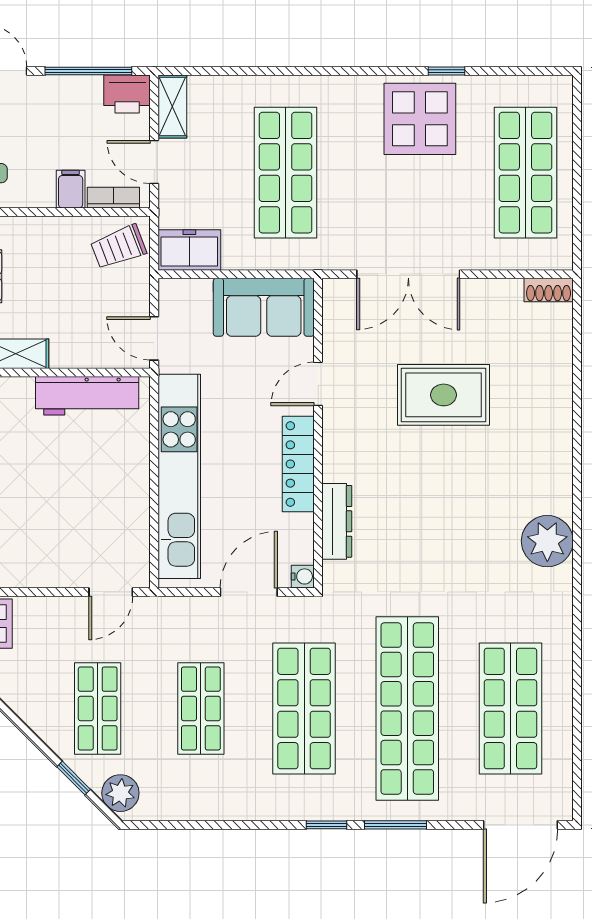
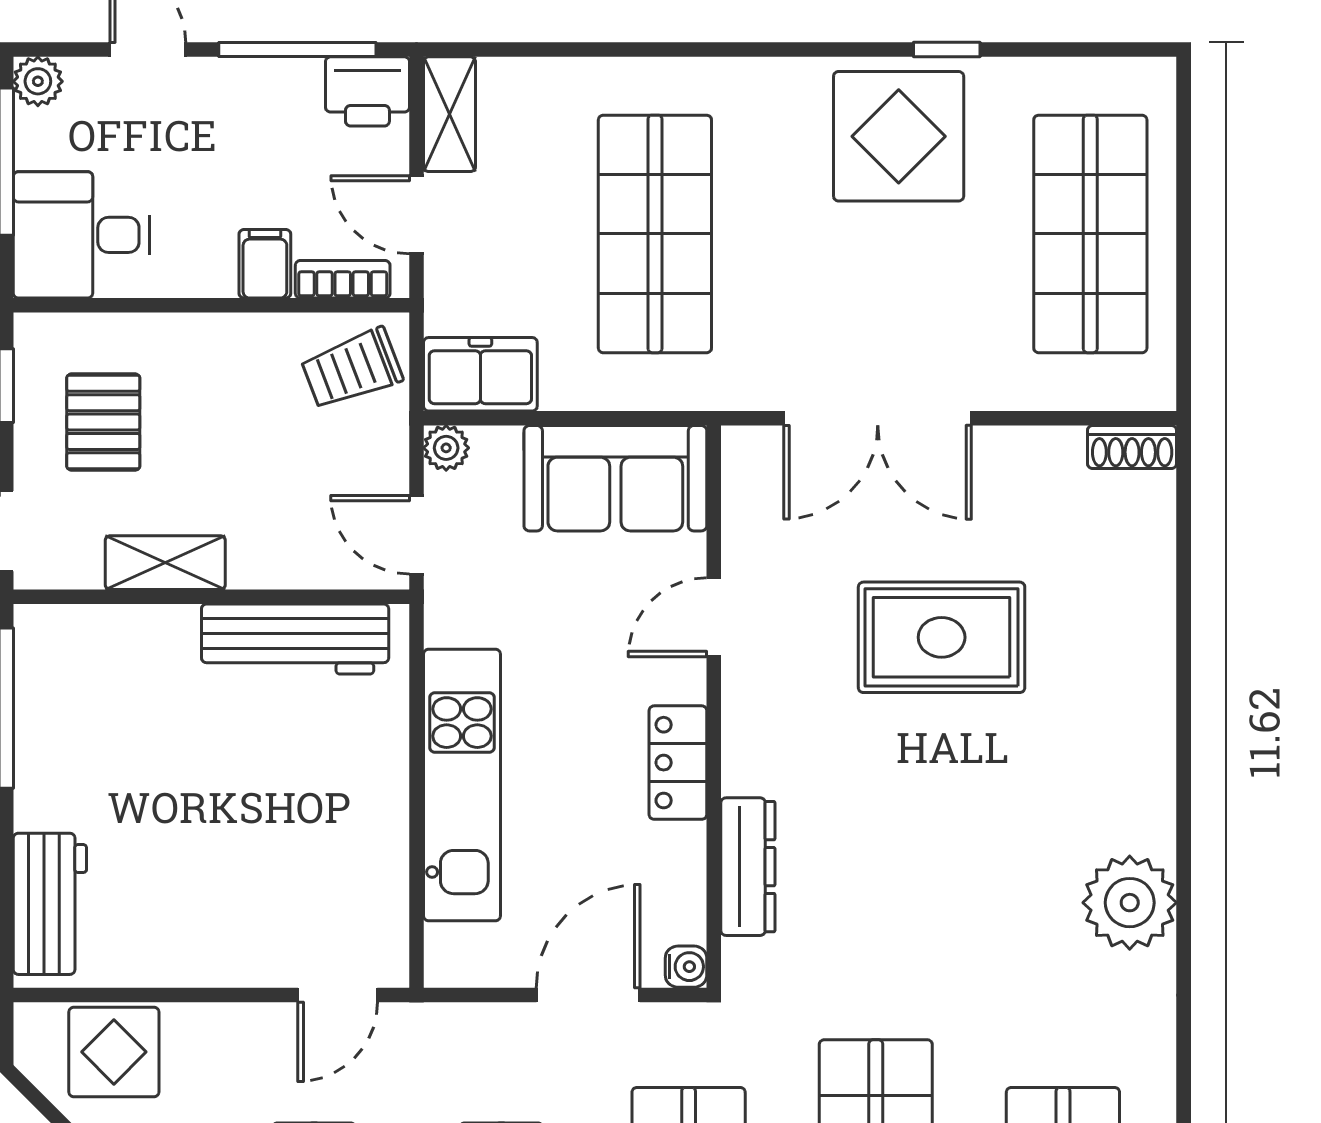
plant: (170, 291) -> (446, 448), added
locker: (298, 464) -> (678, 763), width x0.66
kitchen unit: (179, 476) -> (462, 785), width x0.73

